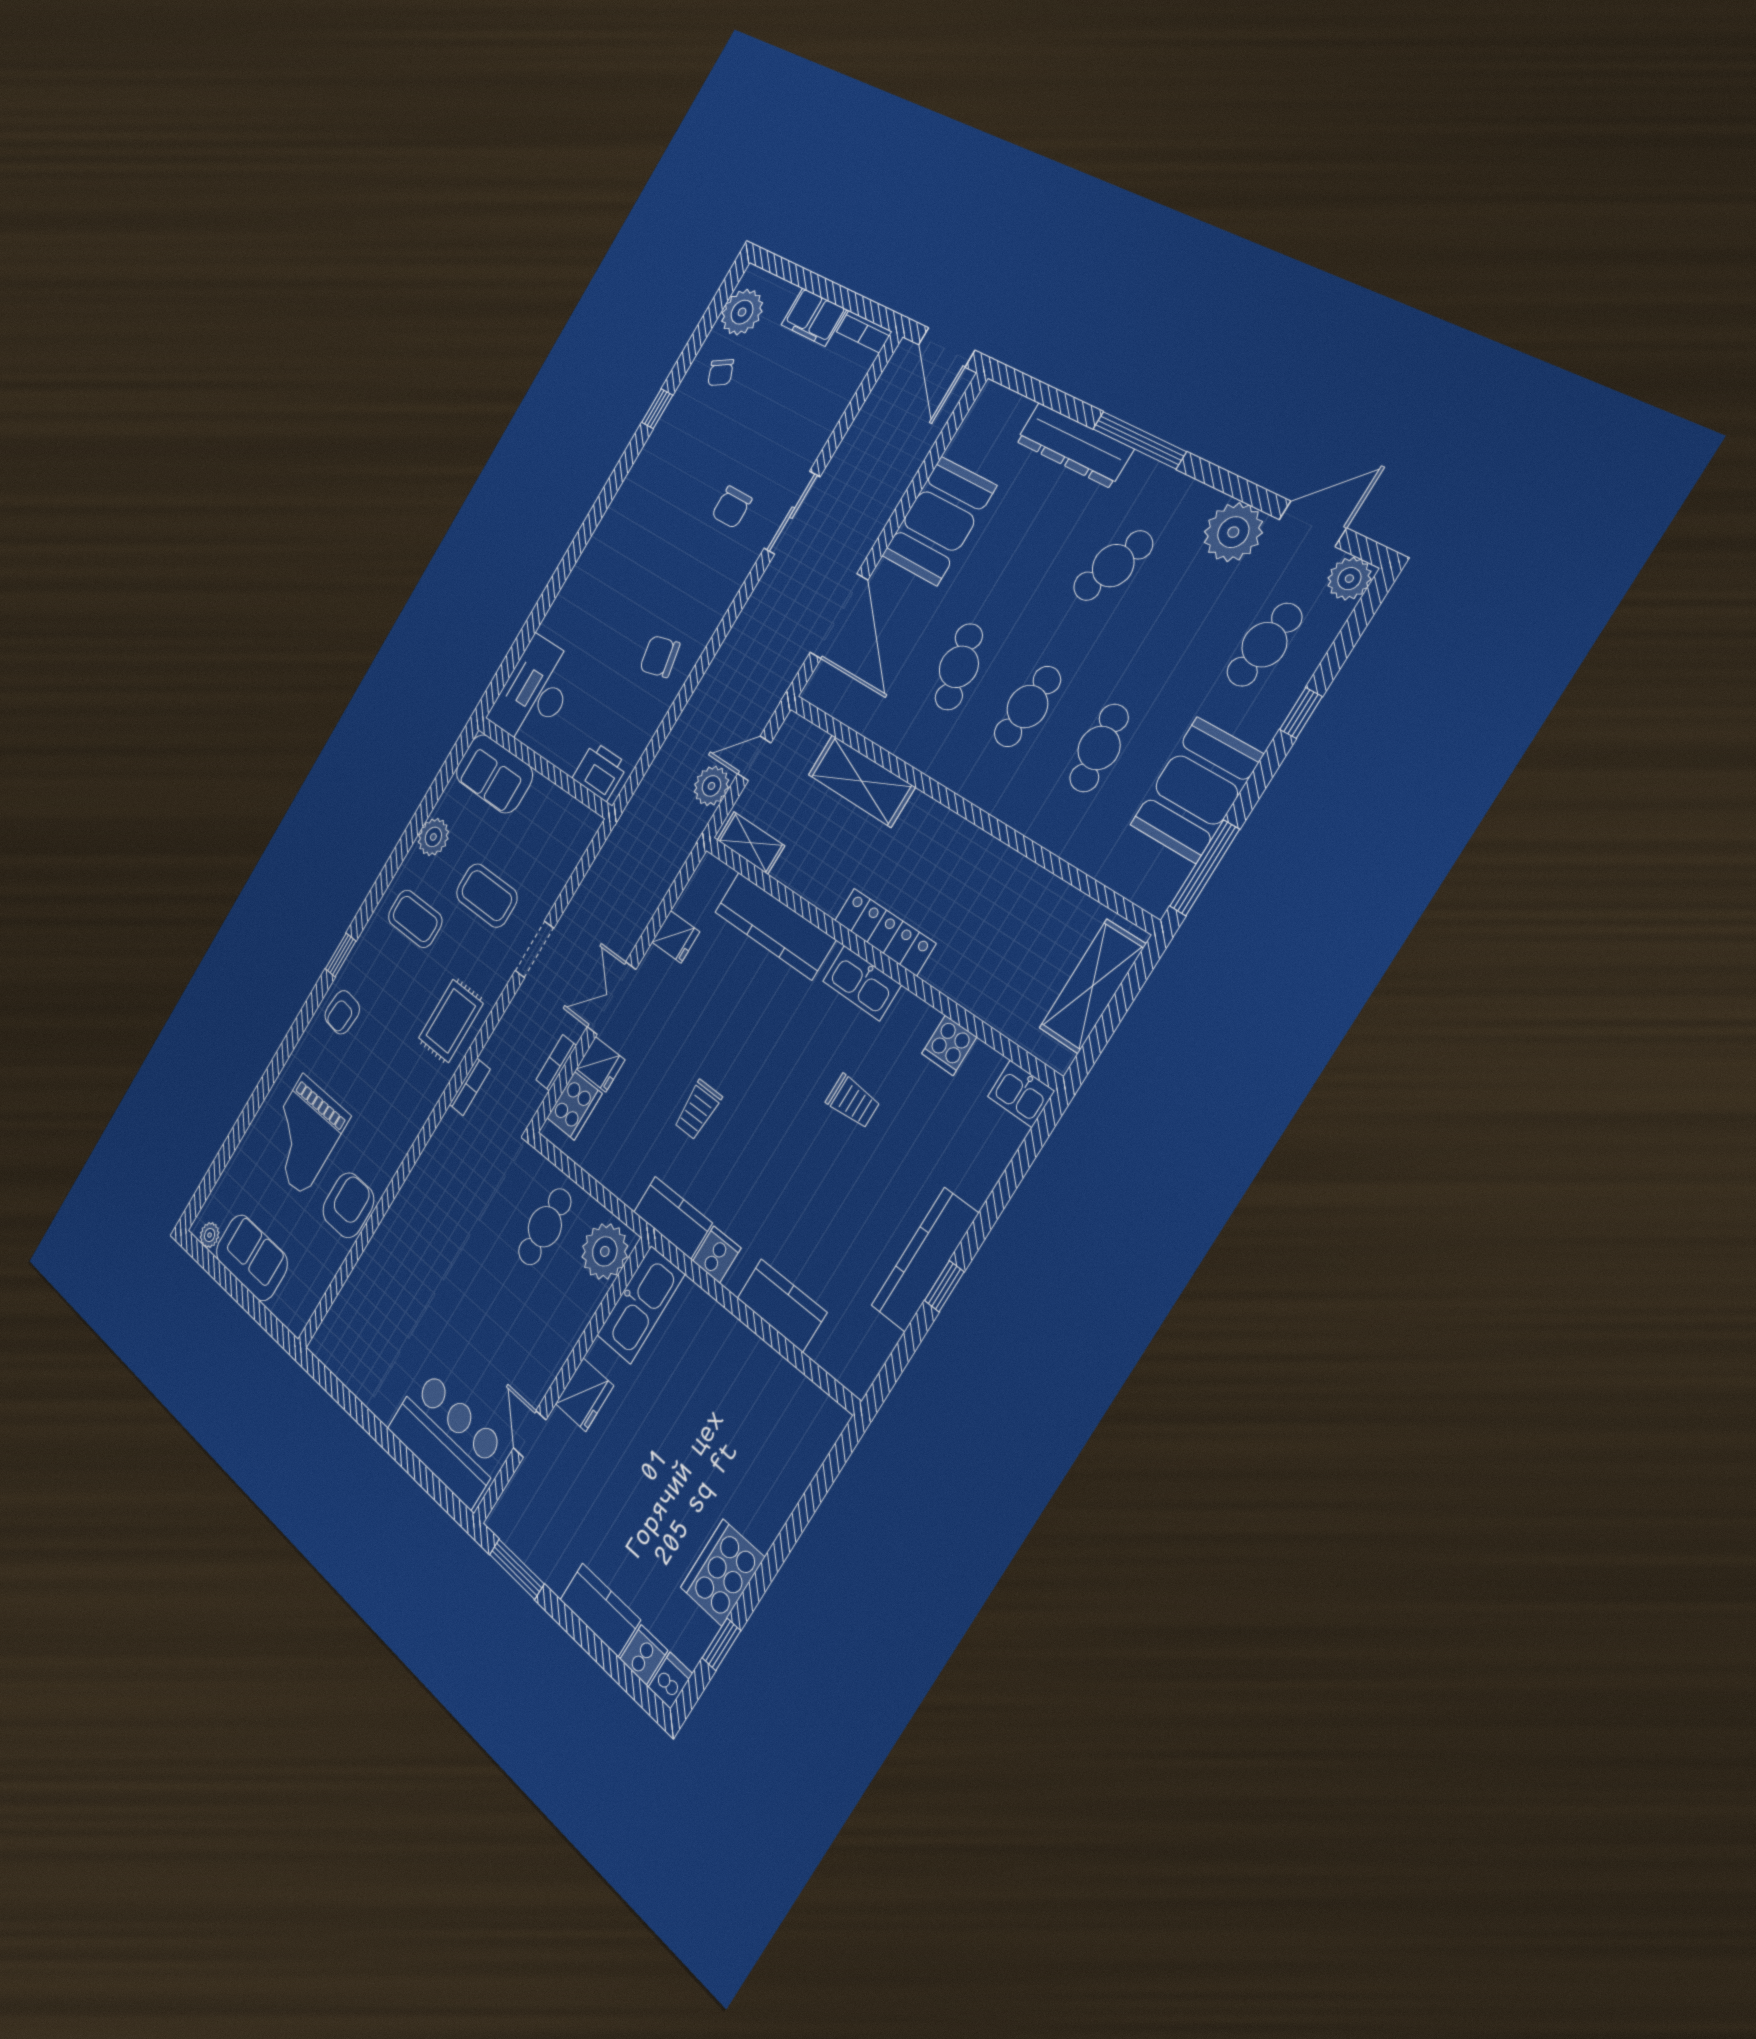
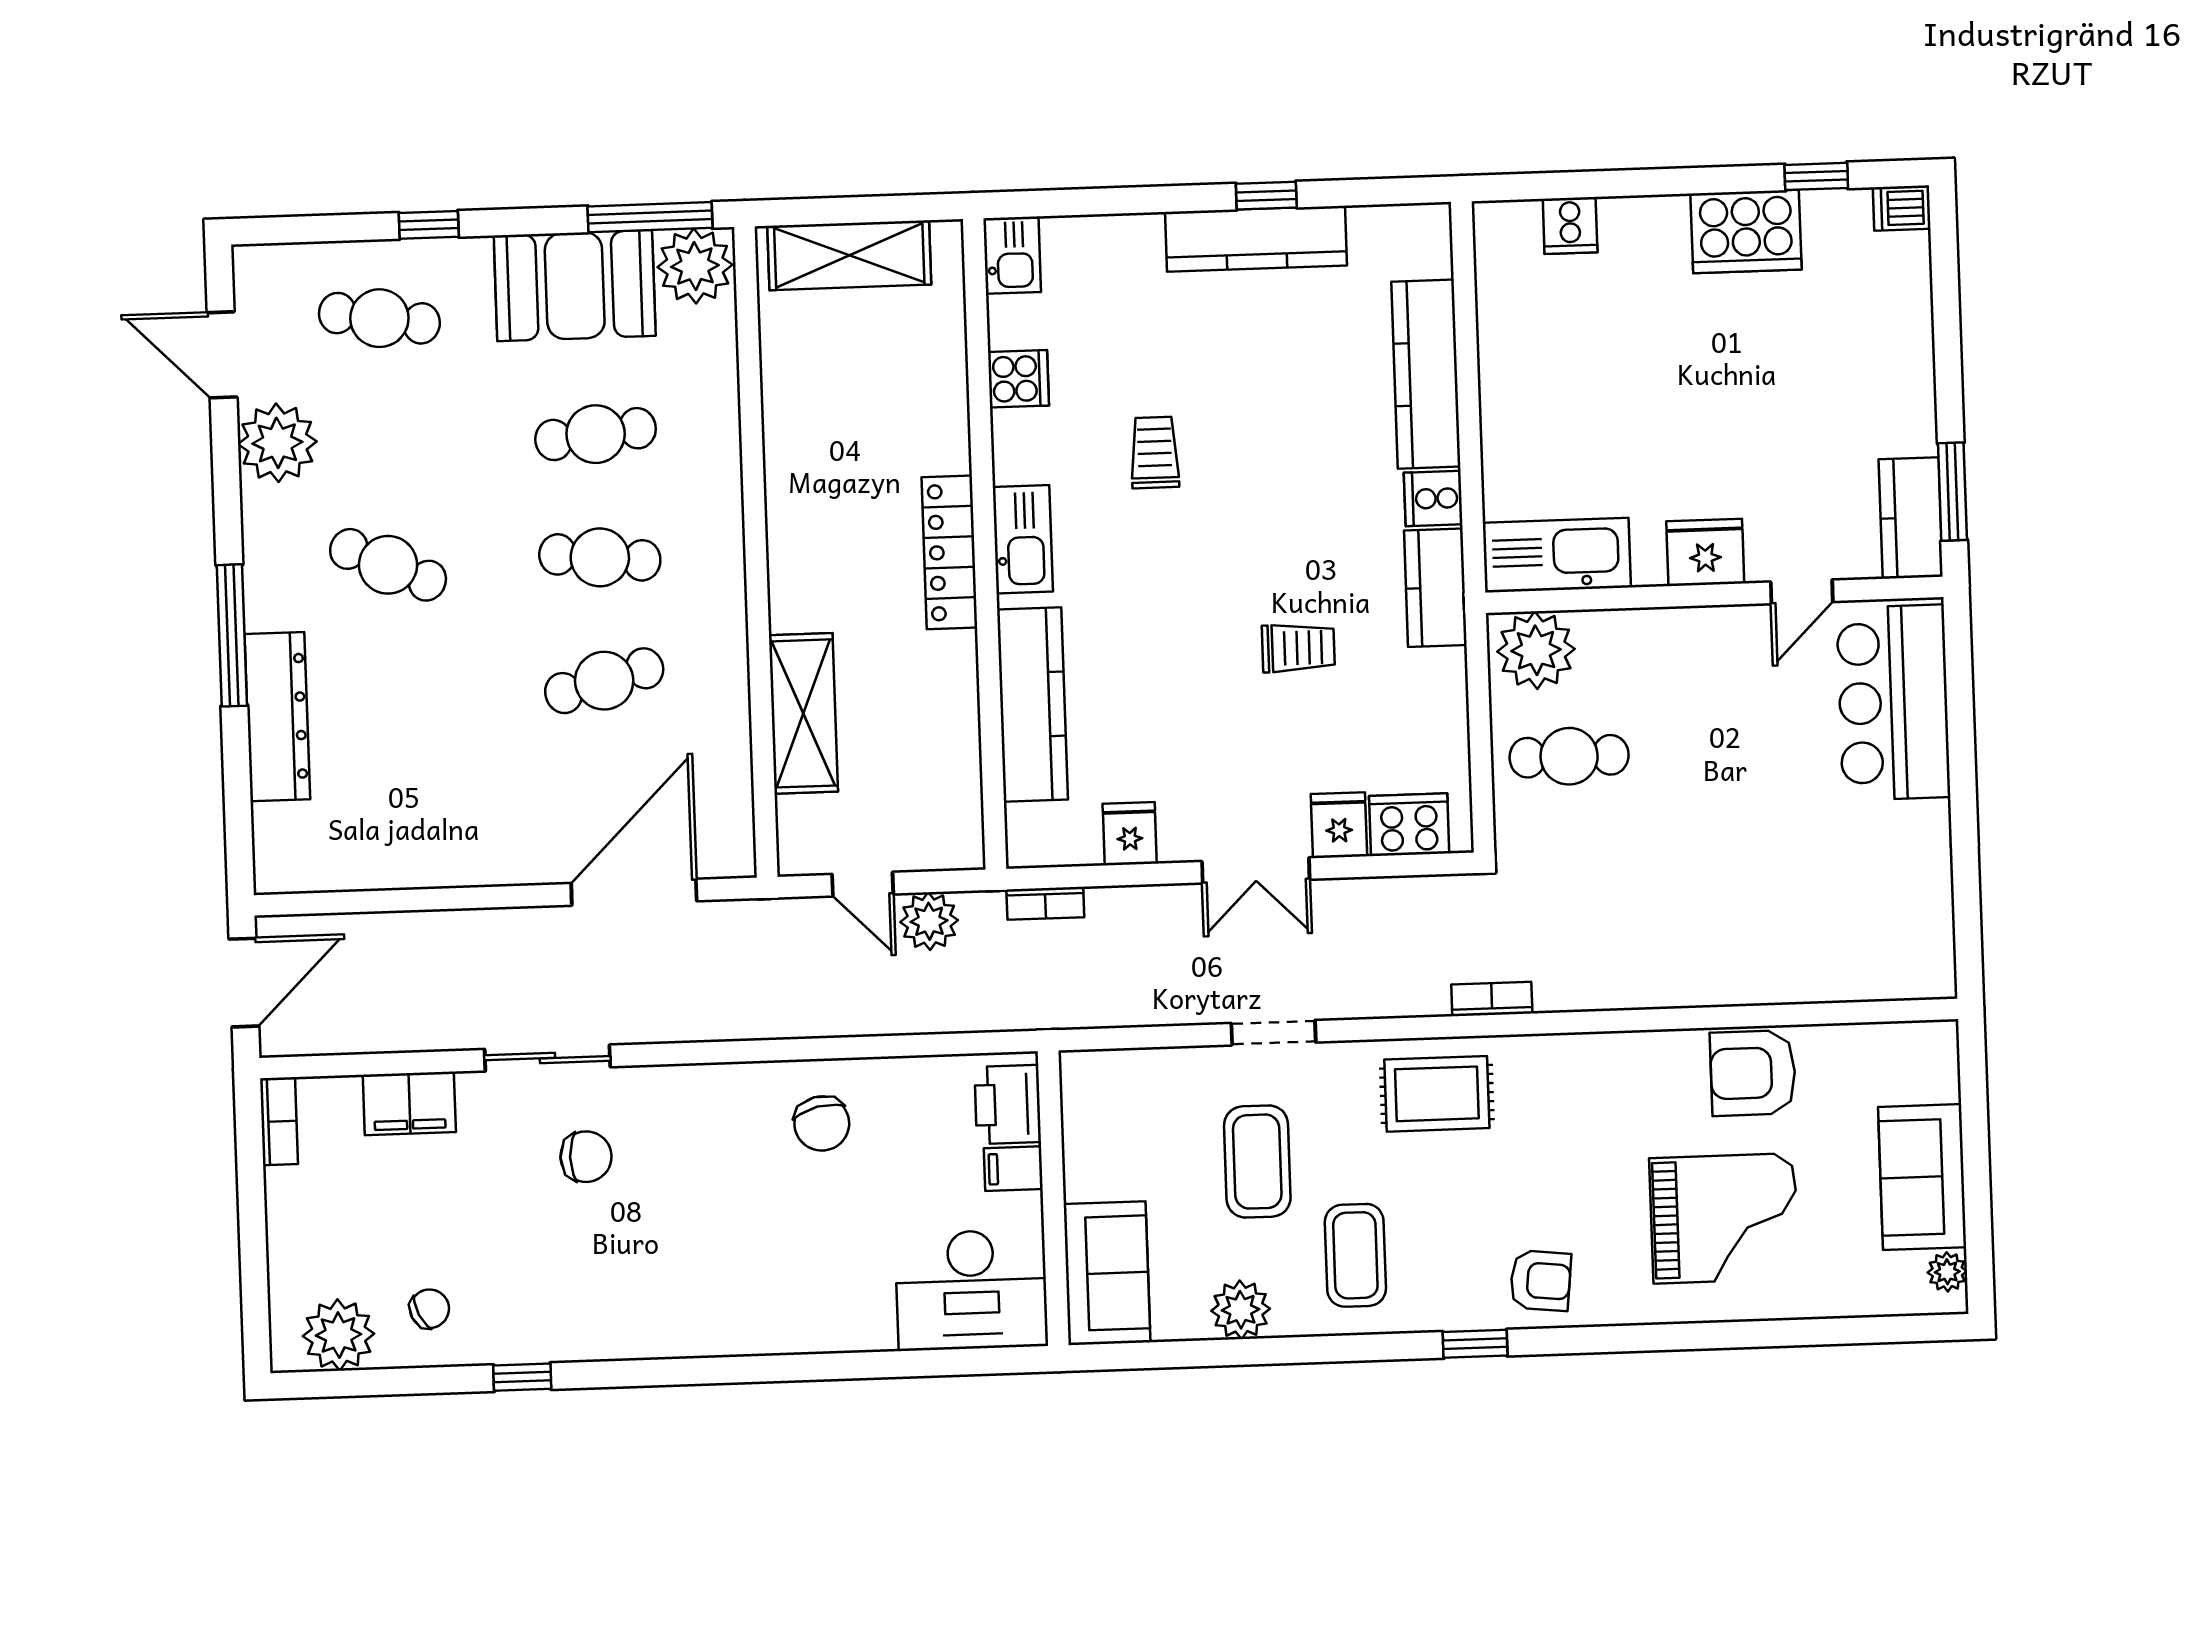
filing cabinet: (814, 317) -> (409, 1103), moved, turned 90
booth: (939, 521) -> (453, 836), removed
plant: (1349, 579) -> (695, 266), moved, width x1.36, depth x1.36
filing cabinet: (571, 754) -> (1013, 1169), added
shelving: (751, 843) -> (961, 812), removed
bookcase: (556, 1063) -> (1045, 903), moved
kitchen counter: (782, 1305) -> (1426, 374), width x1.50
kitchen counter: (600, 1610) -> (1911, 518), moved
cooker: (644, 1655) -> (1570, 226), moved, turned -90

